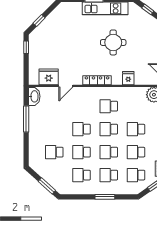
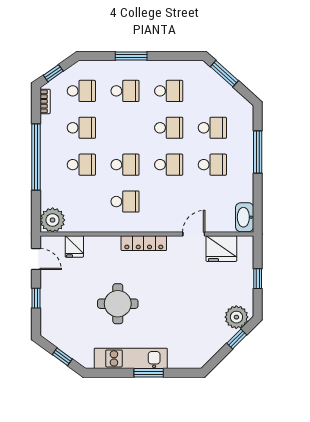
plant: (39, 34) -> (236, 317), added
window: (26, 47) -> (258, 279), moved
fridge: (128, 78) -> (74, 246), moved
window: (26, 119) -> (258, 152), moved
school desk: (109, 152) -> (212, 165), moved

